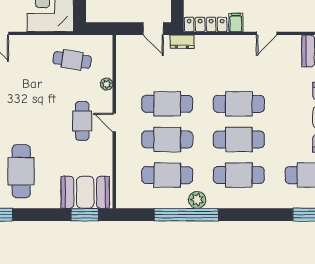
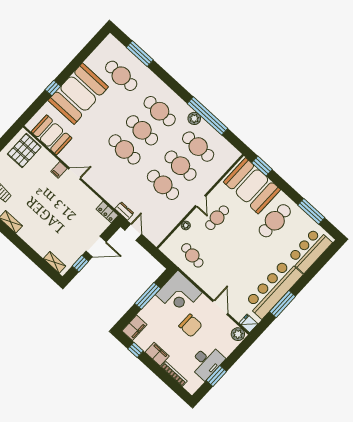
filing cabinet: (236, 23) -> (59, 170), moved
locker: (206, 25) -> (107, 212), width x0.66
booth: (85, 192) -> (252, 186), width x1.36, depth x1.42

